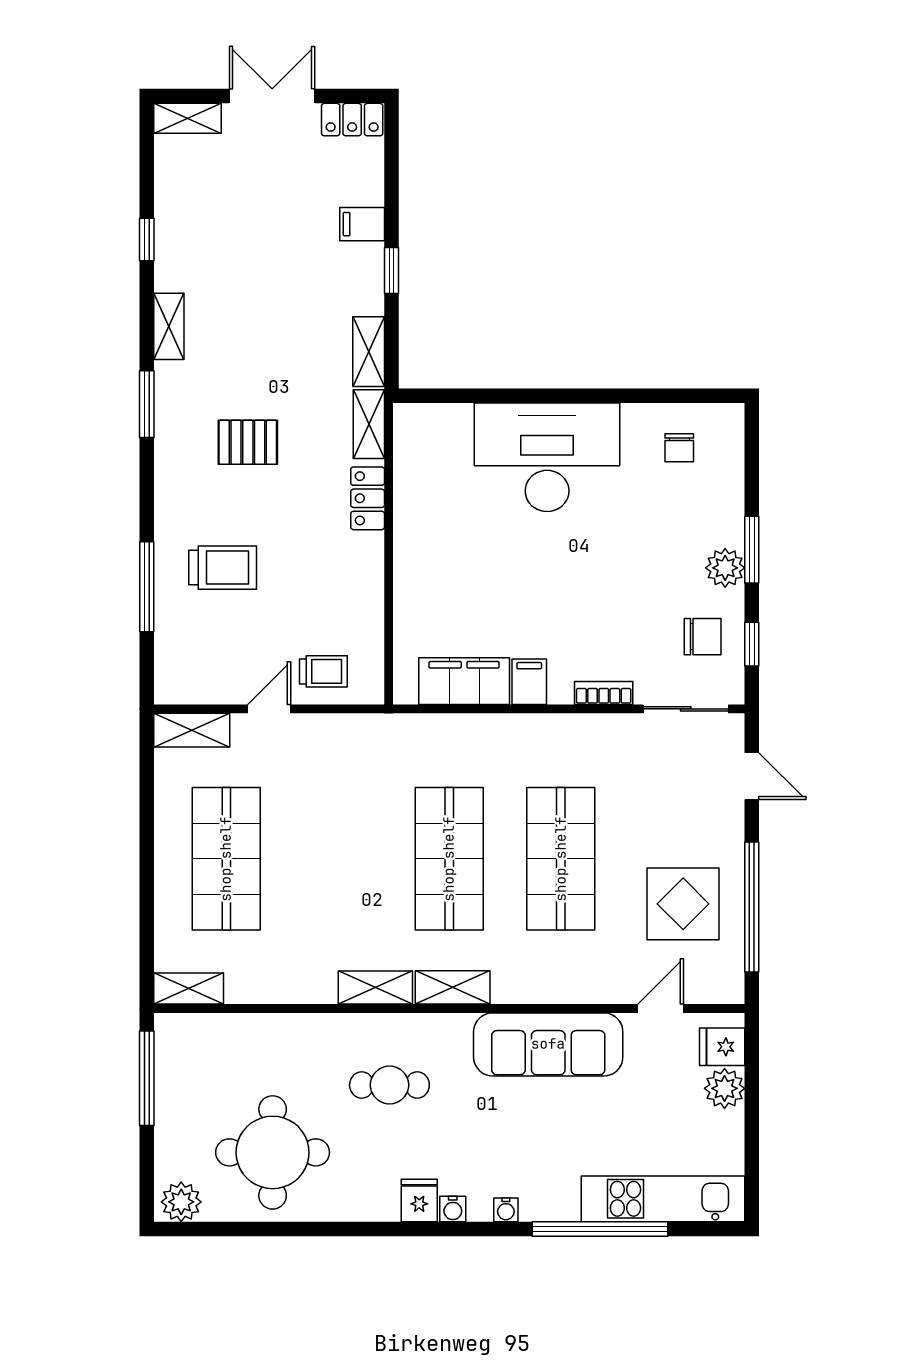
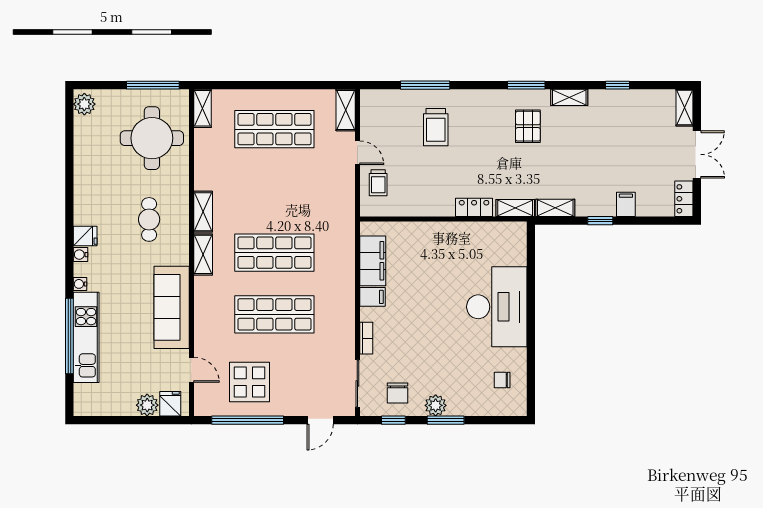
pallet: (248, 442) -> (528, 126), moved
round table: (273, 1152) -> (152, 138), moved
kitchen unit: (663, 1199) -> (86, 337), moved

